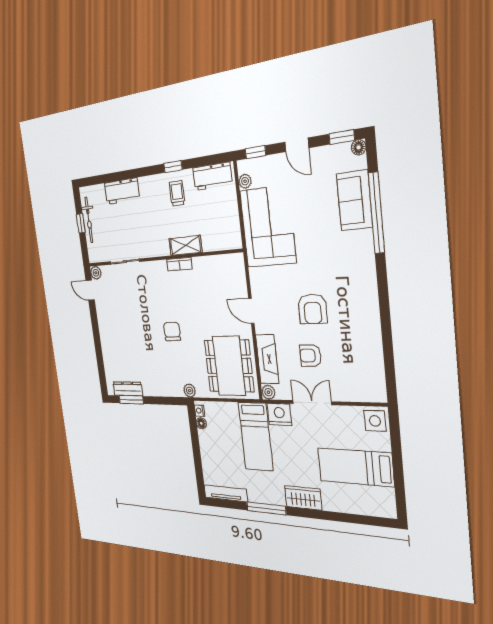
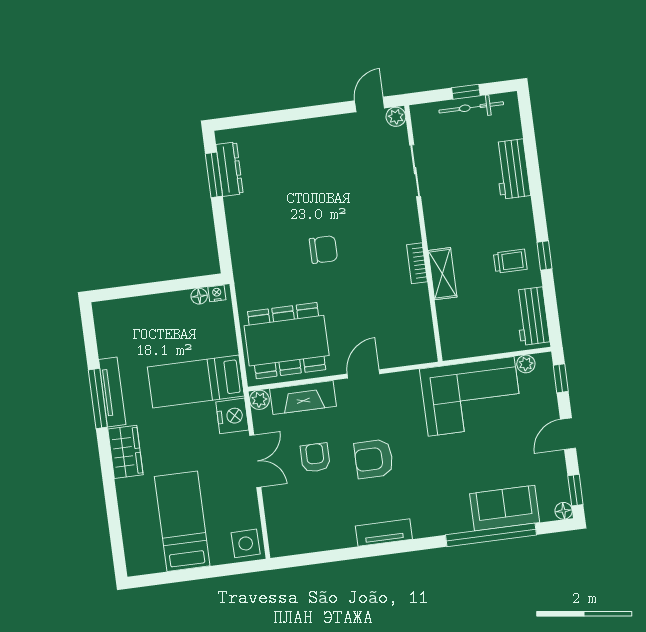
tv unit: (371, 306) -> (384, 533), added
plant: (190, 391) -> (243, 277), removed
tv unit: (226, 493) -> (112, 392), moved

